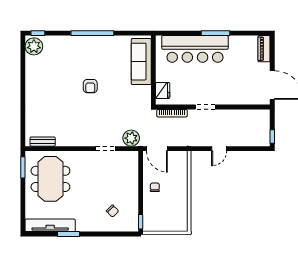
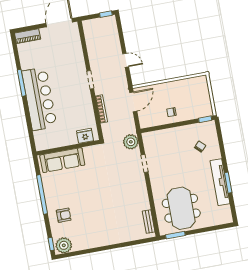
sofa: (141, 62) -> (62, 160), moved
wall: (153, 70) -> (68, 148), moved
armchair: (90, 86) -> (64, 215), moved
fridge: (163, 90) -> (85, 136), moved
door: (157, 149) -> (133, 102), moved
meeting table: (50, 179) -> (181, 208), turned 90
tv unit: (50, 225) -> (220, 182), moved

